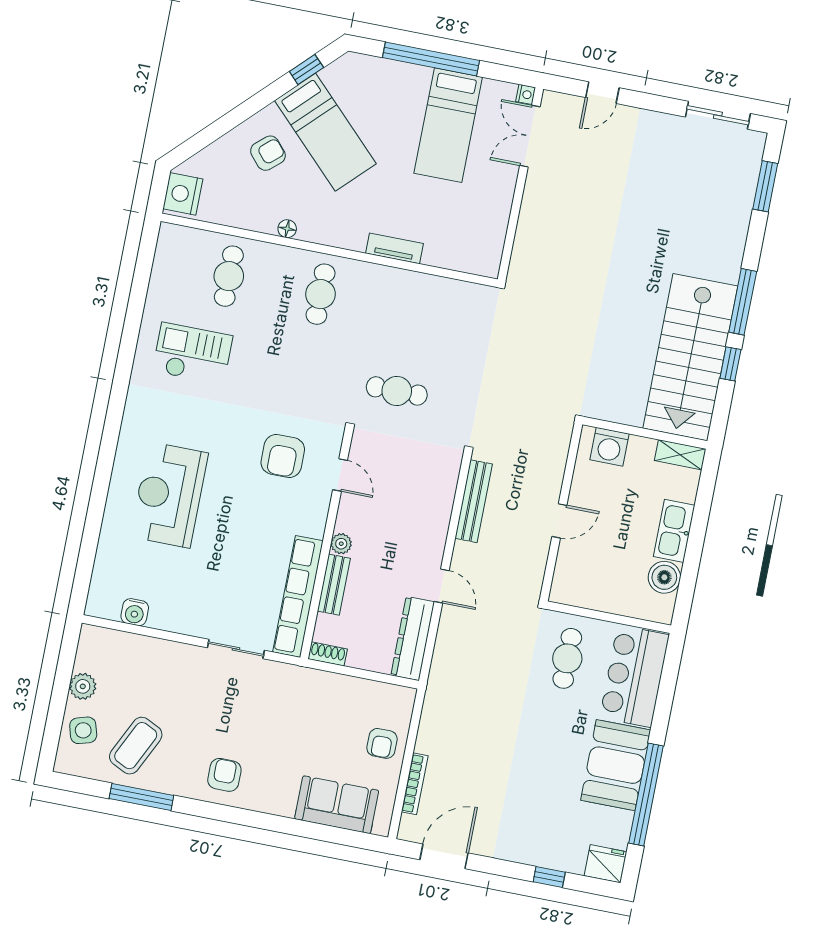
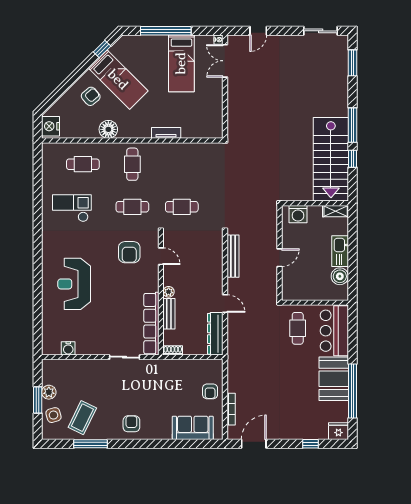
floor lamp: (287, 229) -> (108, 129), width x1.89, depth x1.89
cafe table: (229, 276) -> (83, 164), turned 90
cafe table: (305, 373) -> (132, 207), added
window: (59, 697) -> (38, 400), added

